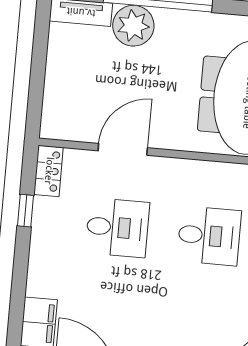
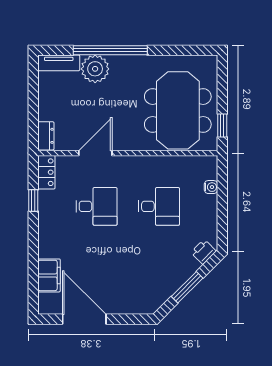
dresser: (52, 118) -> (46, 136), added

